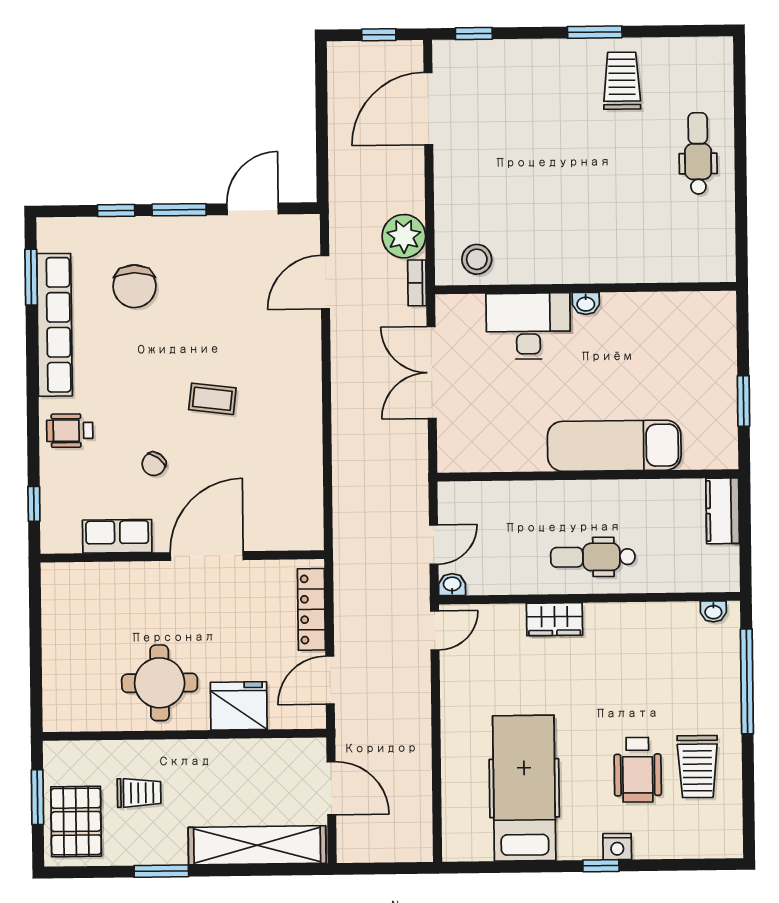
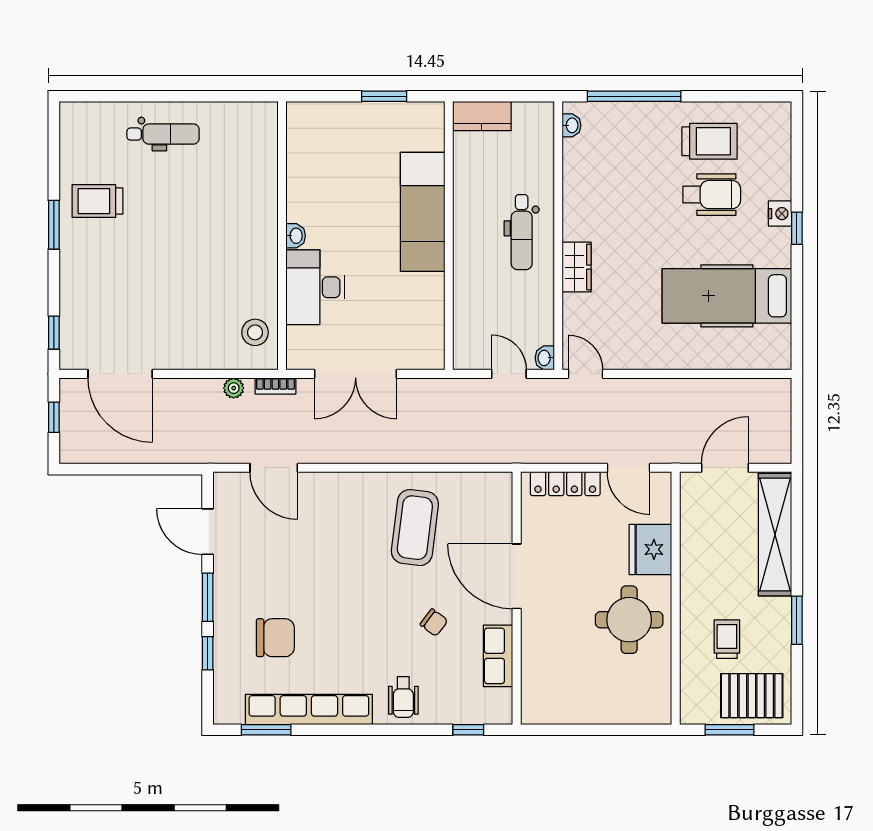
dental chair: (698, 153) -> (163, 134), turned 180
plant: (404, 236) -> (234, 388), width x0.53, depth x0.53
coffee table: (212, 399) -> (415, 528), moved, width x1.86, depth x1.72

